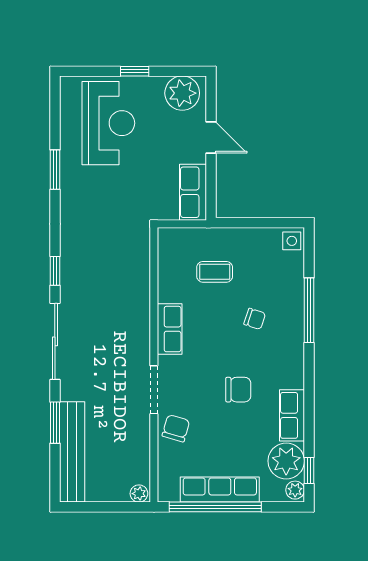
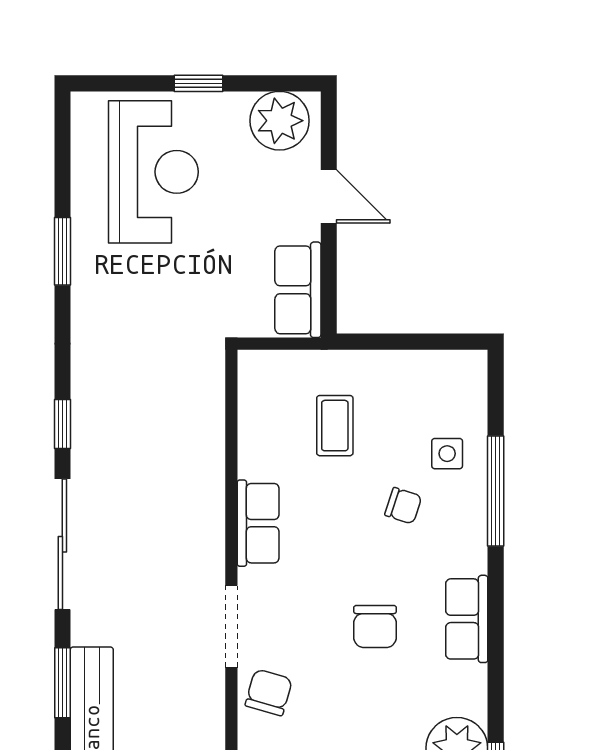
side table: (292, 241) -> (447, 454), moved
coffee table: (215, 272) -> (335, 426), turned 90
chair: (238, 390) -> (375, 626), turned 90
row of seats: (292, 415) -> (467, 619), moved

